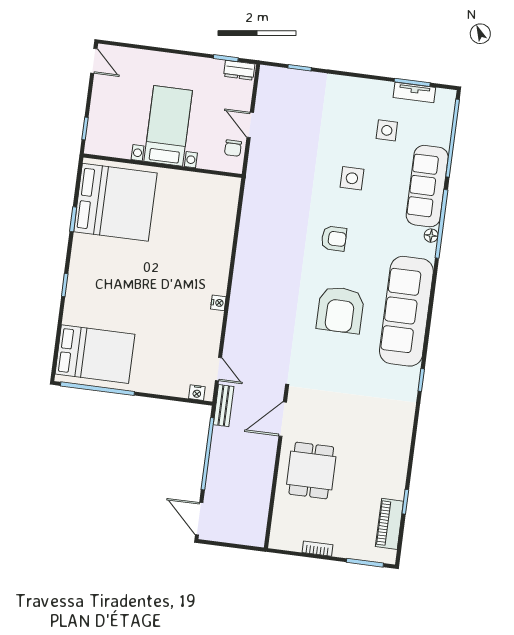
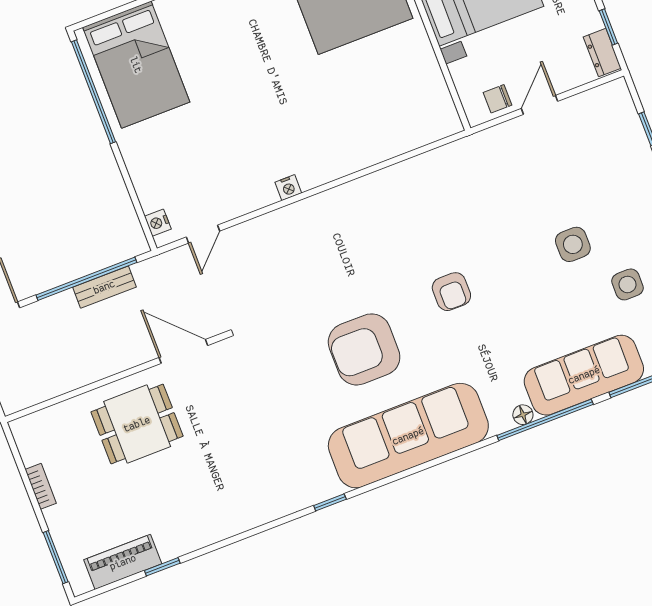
side table: (352, 178) -> (573, 244), moved
bench: (224, 406) -> (104, 287), moved

